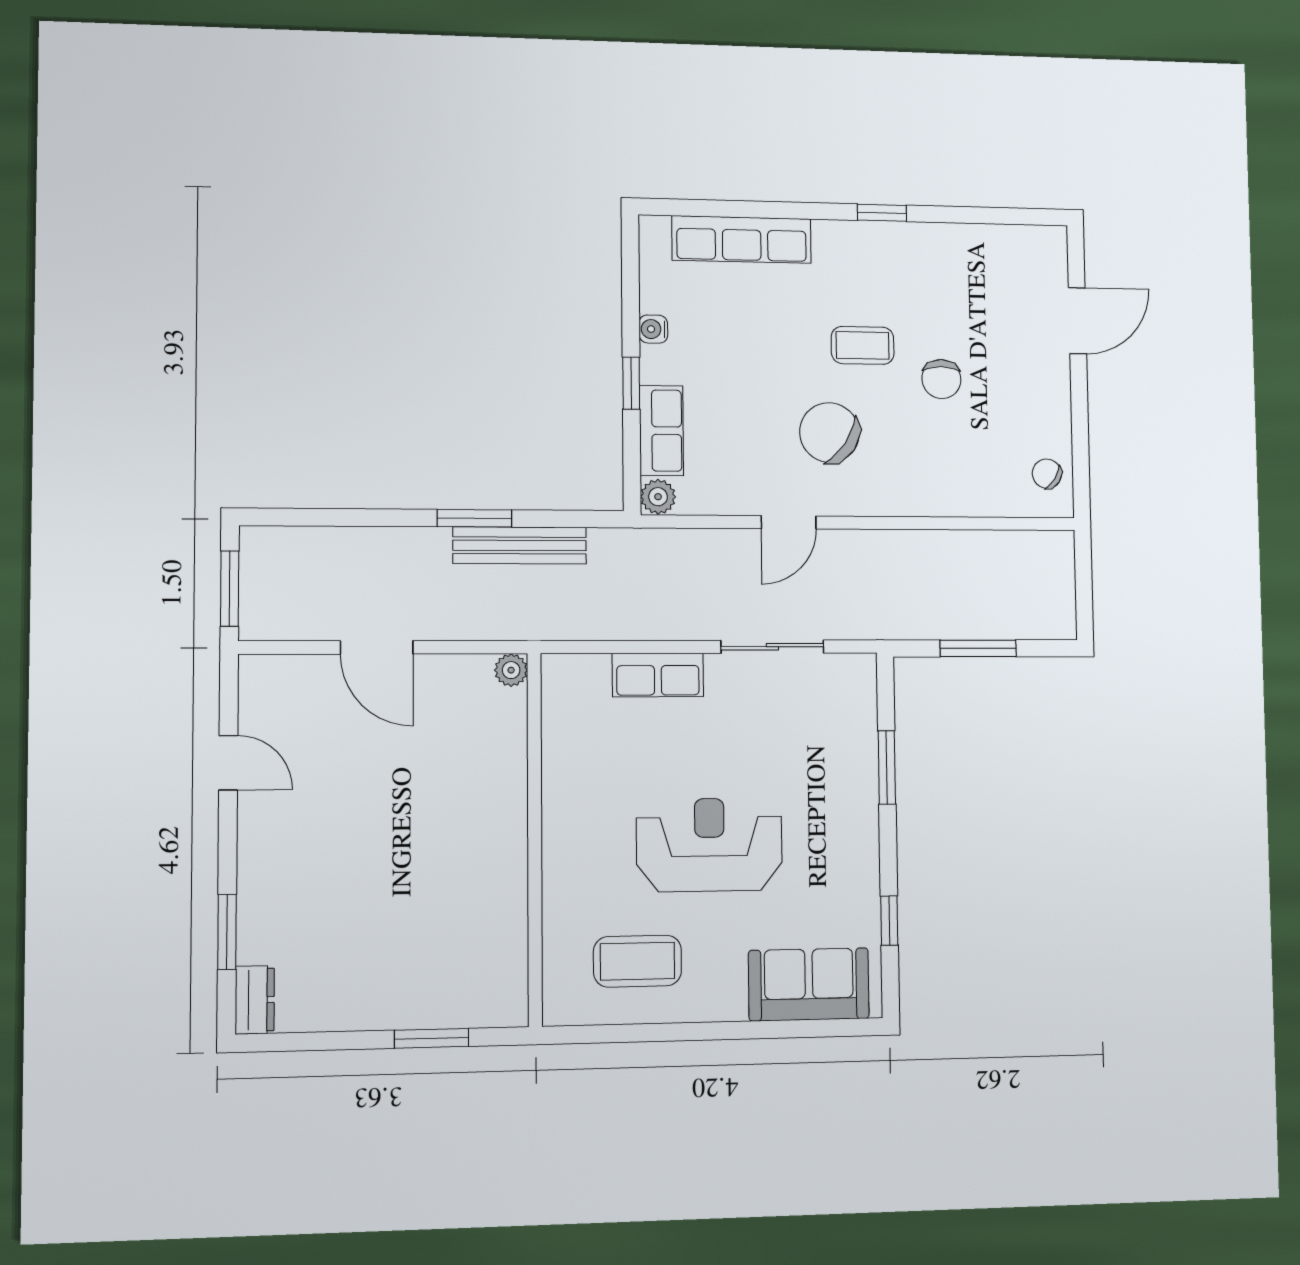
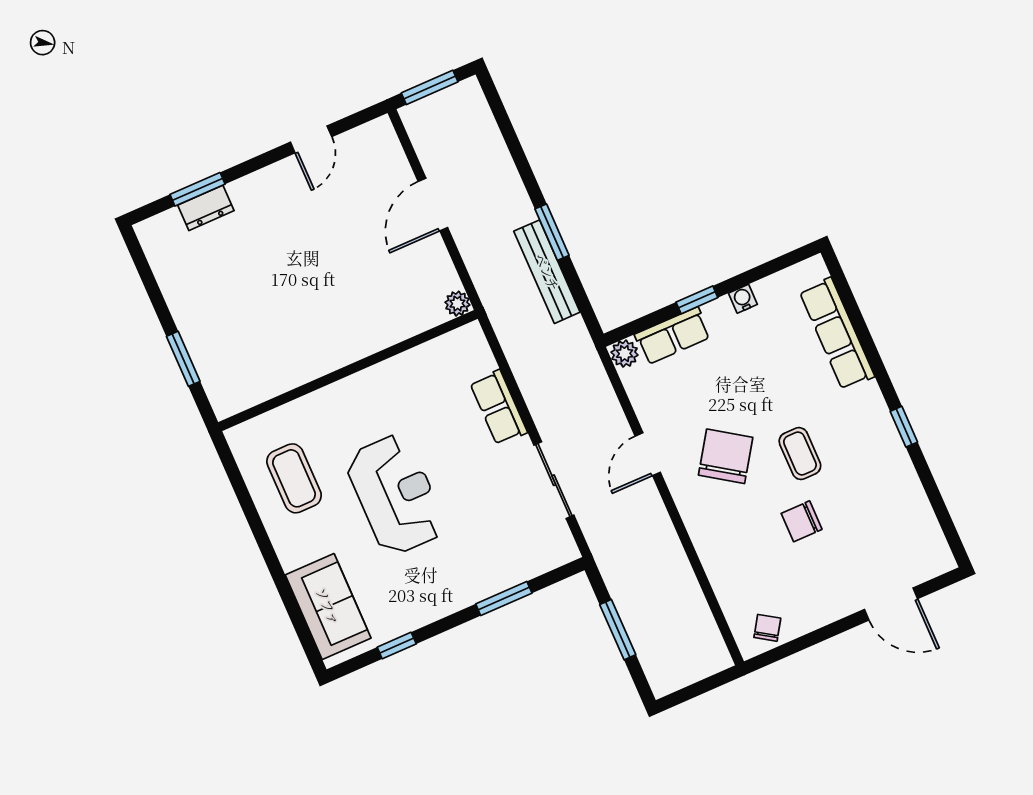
door: (789, 522) -> (648, 454), hinge flipped
dresser: (255, 1000) -> (206, 208), moved

